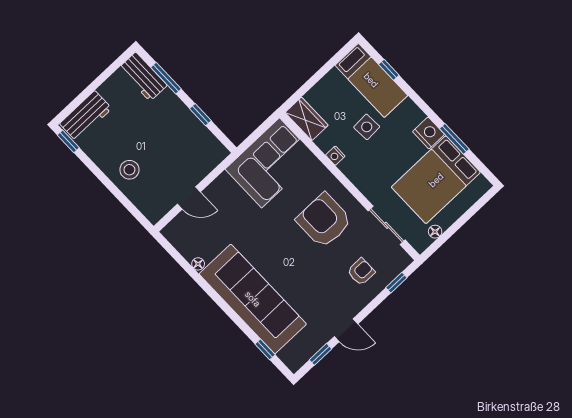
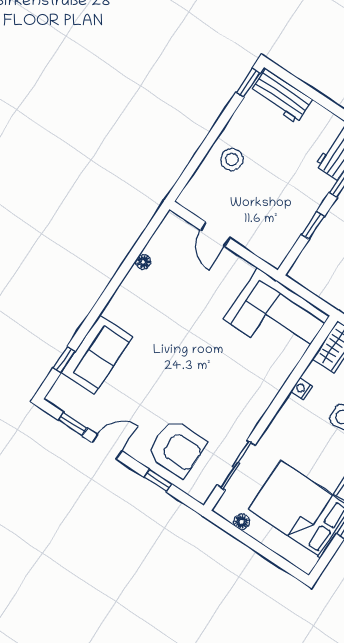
armchair: (324, 220) -> (225, 393), removed
armchair: (361, 272) -> (177, 448), width x1.88, depth x1.88
window: (396, 283) -> (158, 481), moved
sofa: (253, 299) -> (97, 354), width x0.54, depth x0.79
door: (346, 330) -> (107, 447), swing flipped

